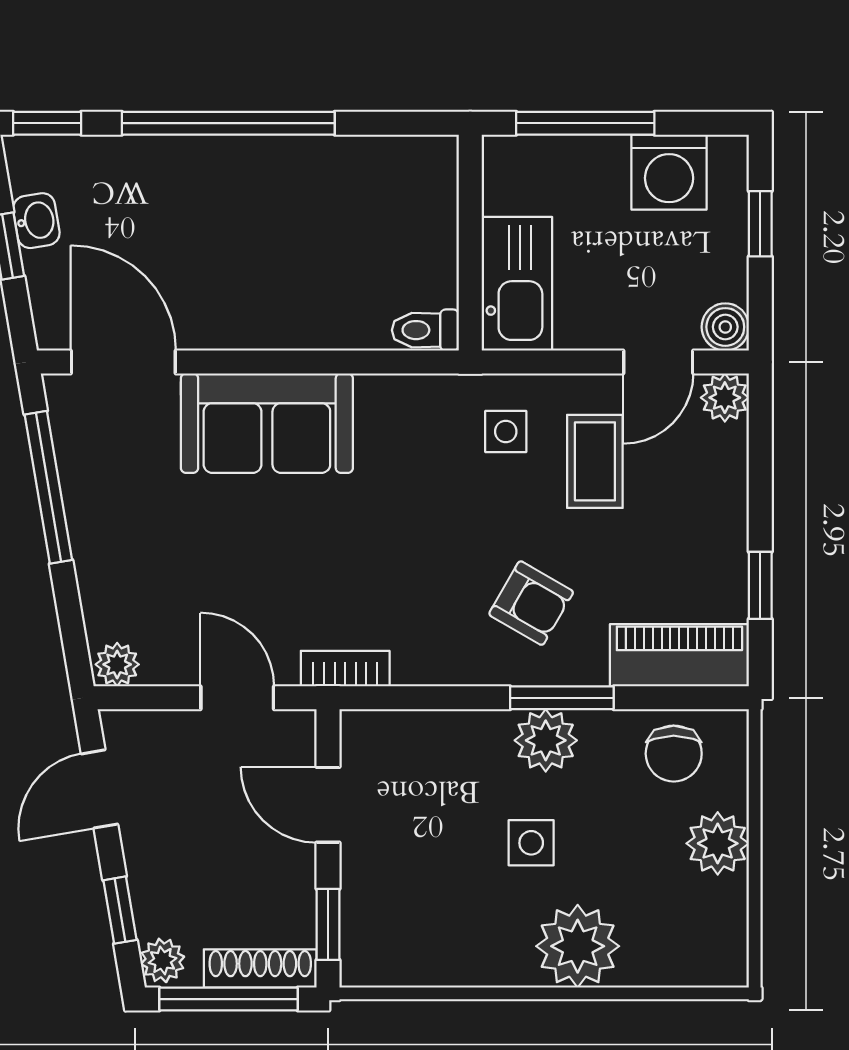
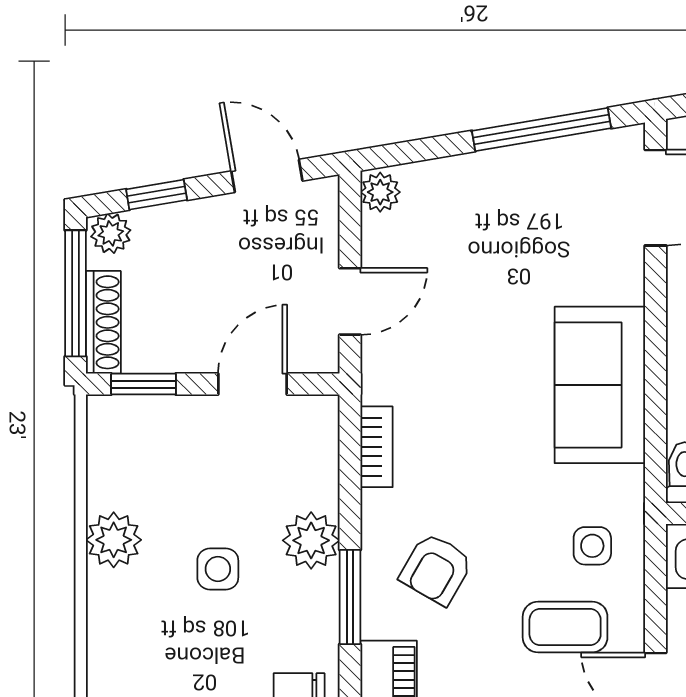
sofa: (267, 423) -> (600, 385), moved
bookcase: (345, 669) -> (376, 447), moved
plant: (546, 740) -> (311, 540), moved
plant: (578, 946) -> (114, 540), moved, width x0.73, depth x0.73

